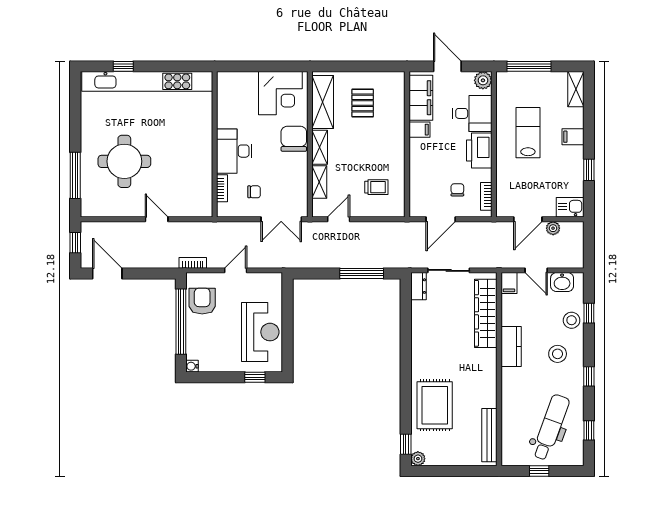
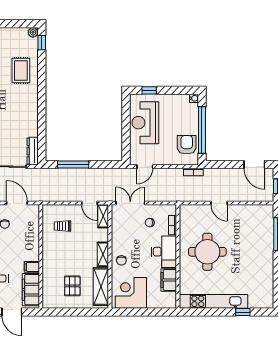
kitchen unit: (147, 81) -> (213, 301), width x0.73
filing cabinet: (227, 111) -> (169, 280), added
chair: (294, 139) -> (121, 260), width x0.54, depth x0.54
round table: (124, 161) -> (207, 252), moved
shelving: (319, 182) -> (103, 216), moved
door: (339, 219) -> (90, 203), hinge flipped
door: (441, 219) -> (17, 203), hinge flipped
door: (236, 270) -> (145, 167), moved
dresser: (418, 286) -> (33, 151), width x1.44
armchair: (202, 301) -> (187, 145), turned 180
rug: (435, 405) -> (21, 70), width x0.73, depth x0.70

